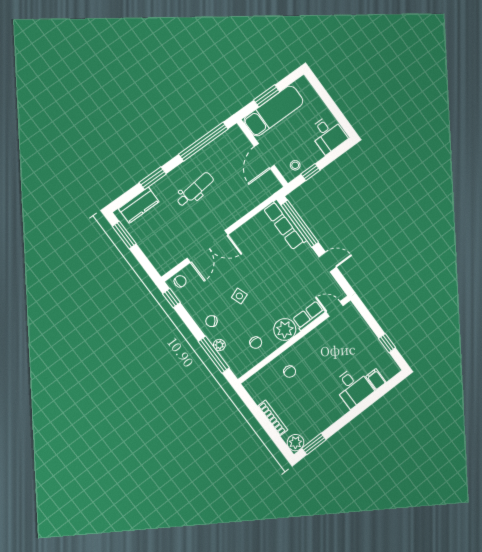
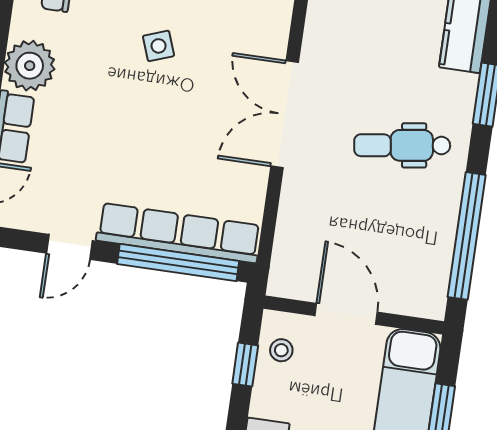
dental chair: (195, 189) -> (402, 145), turned 88
row of seats: (285, 225) -> (179, 233), width x1.36
double door: (208, 246) -> (285, 114), moved

